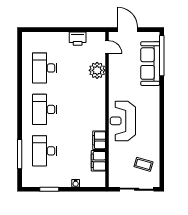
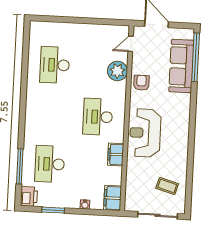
printer: (78, 39) -> (29, 196), moved, turned -90
door: (107, 47) -> (131, 44), swing flipped
armchair: (118, 79) -> (141, 83), added
desk: (45, 109) -> (98, 117), moved
filing cabinet: (98, 161) -> (113, 198), moved

